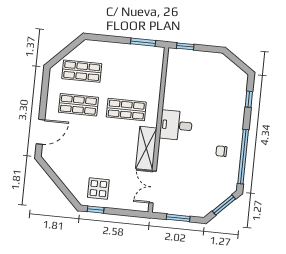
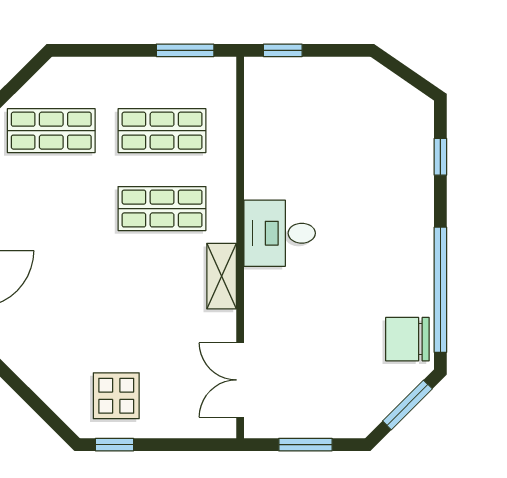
shop shelf: (78, 105) -> (162, 131), moved
shelving: (146, 148) -> (222, 276), width x0.67, depth x0.75
chair: (221, 151) -> (407, 339), moved, width x1.87, depth x1.87

